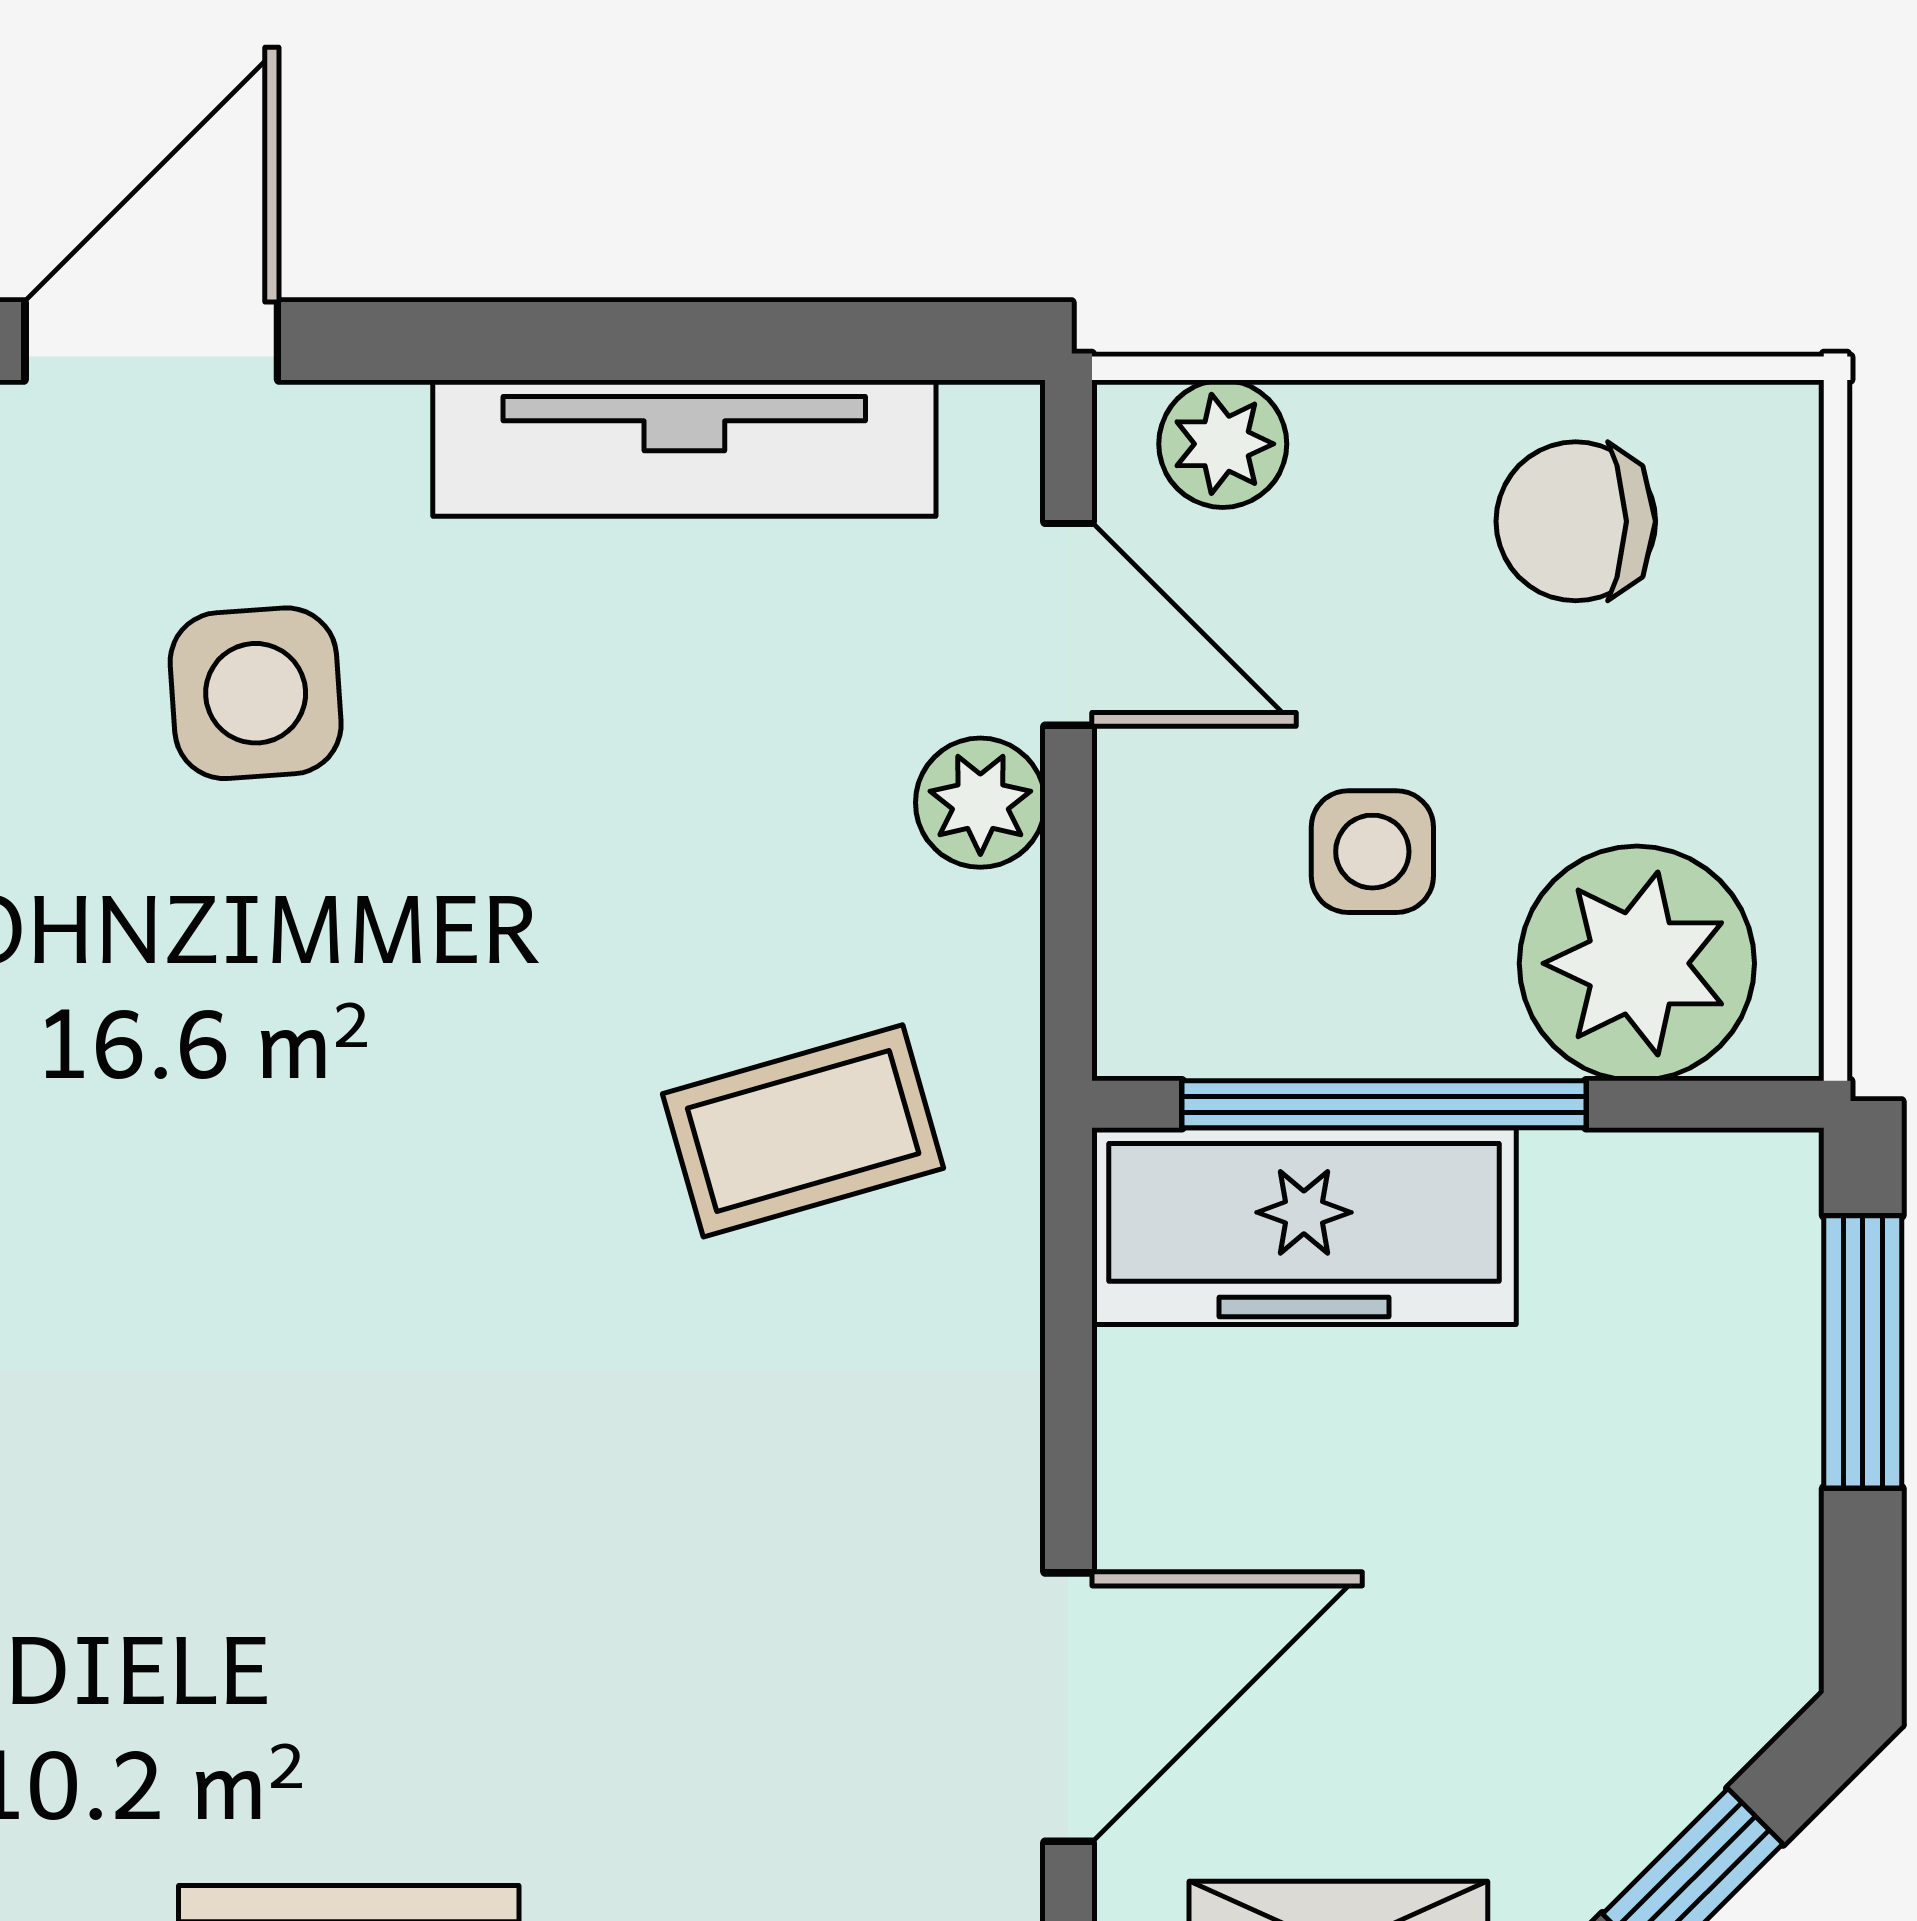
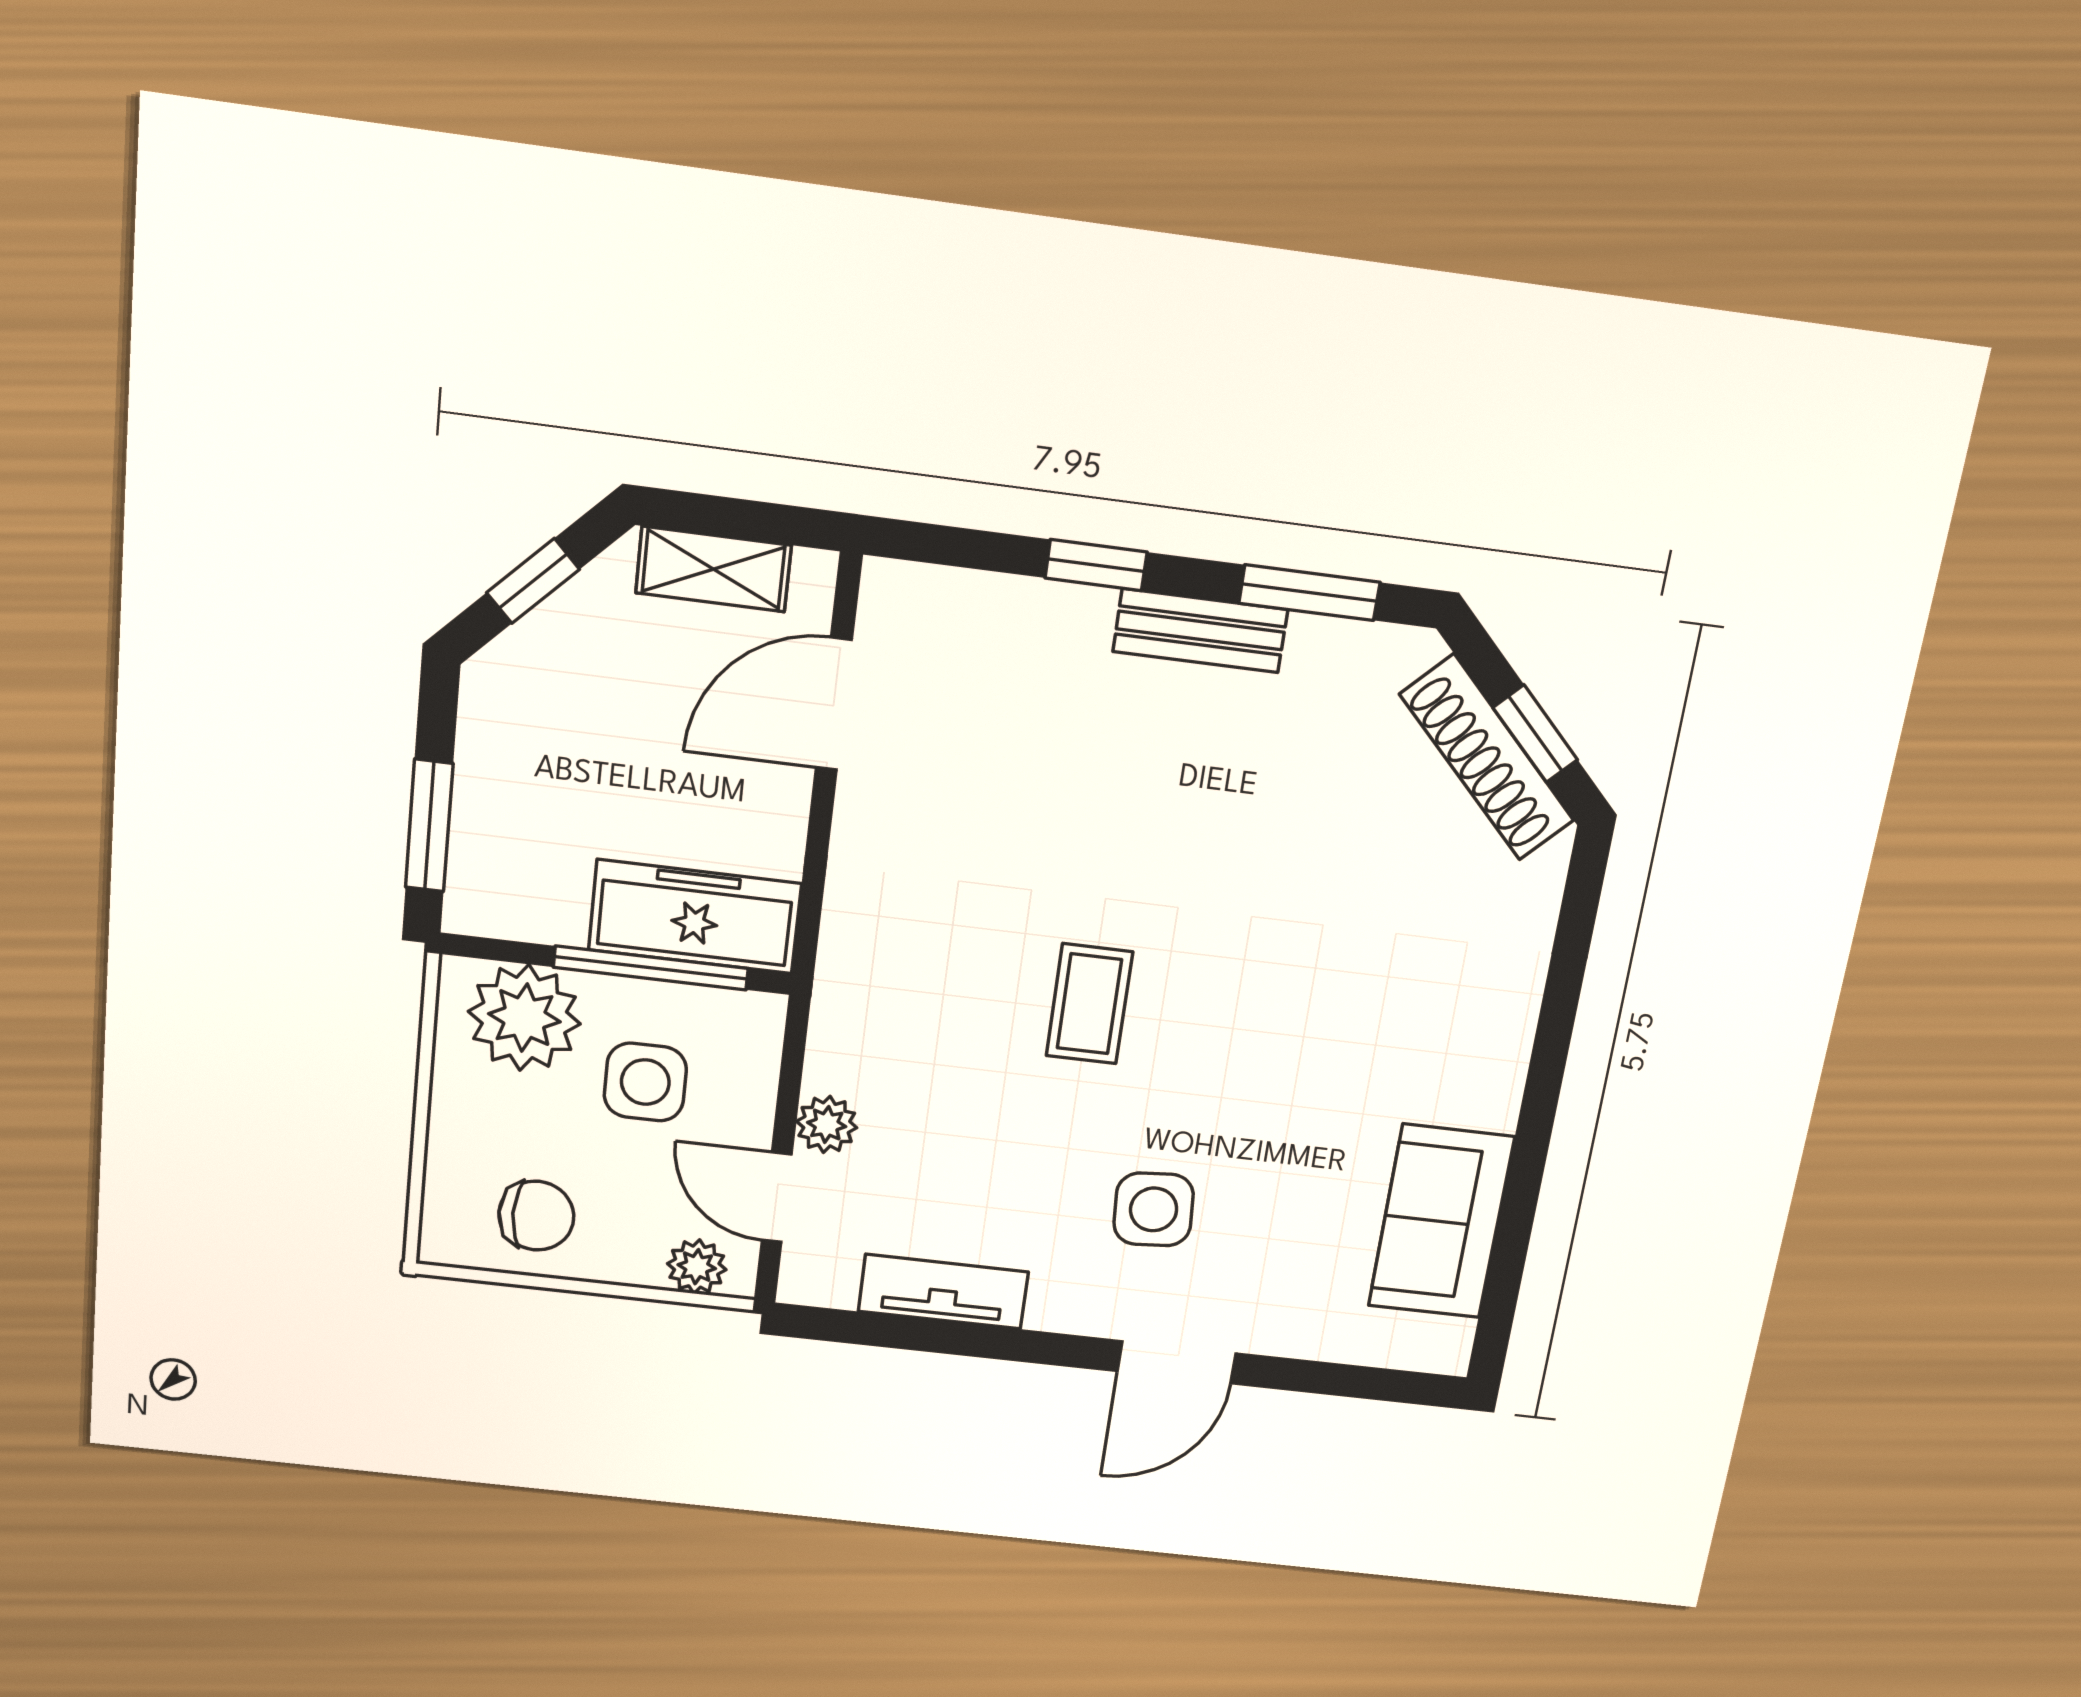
tv unit: (684, 448) -> (943, 1292), width x0.71
side table: (1372, 852) -> (645, 1082), width x1.37, depth x1.37
coffee table: (803, 1131) -> (1089, 1004), moved, turned -74

